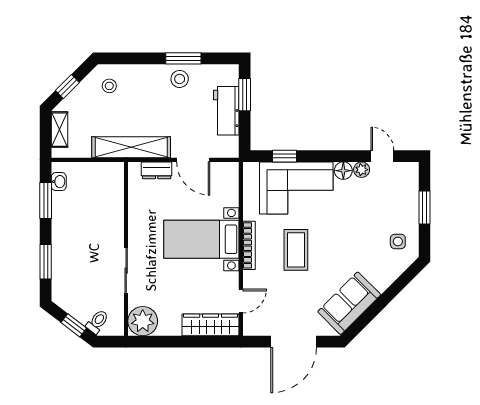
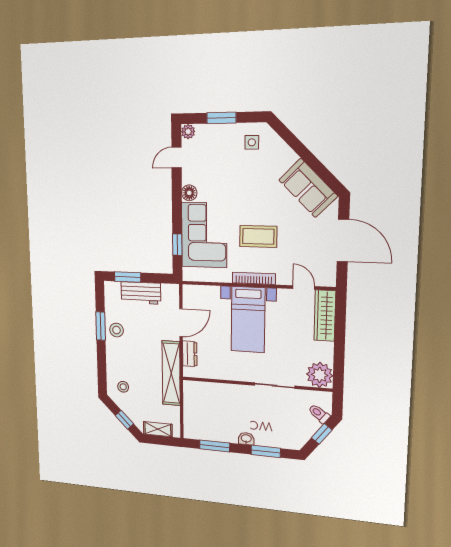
plant: (362, 170) -> (188, 132), moved
washbasin: (59, 182) -> (246, 439), moved

